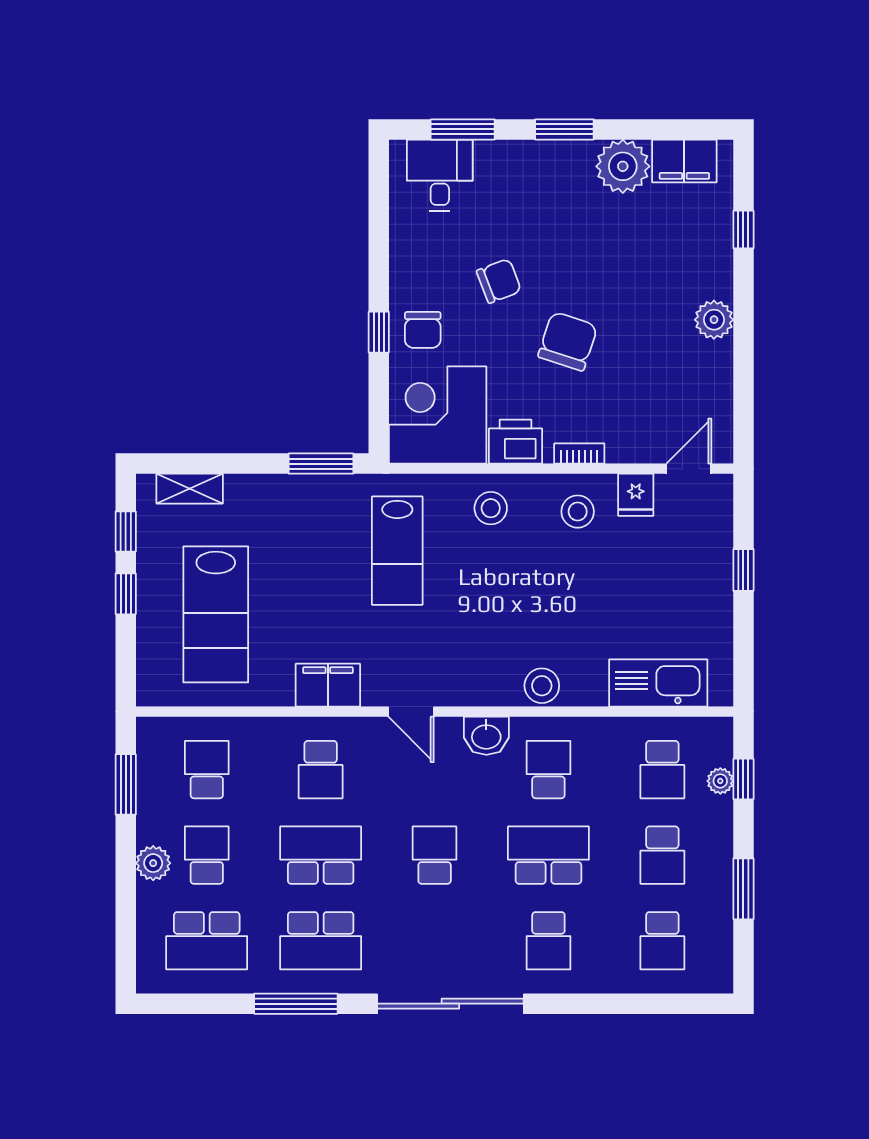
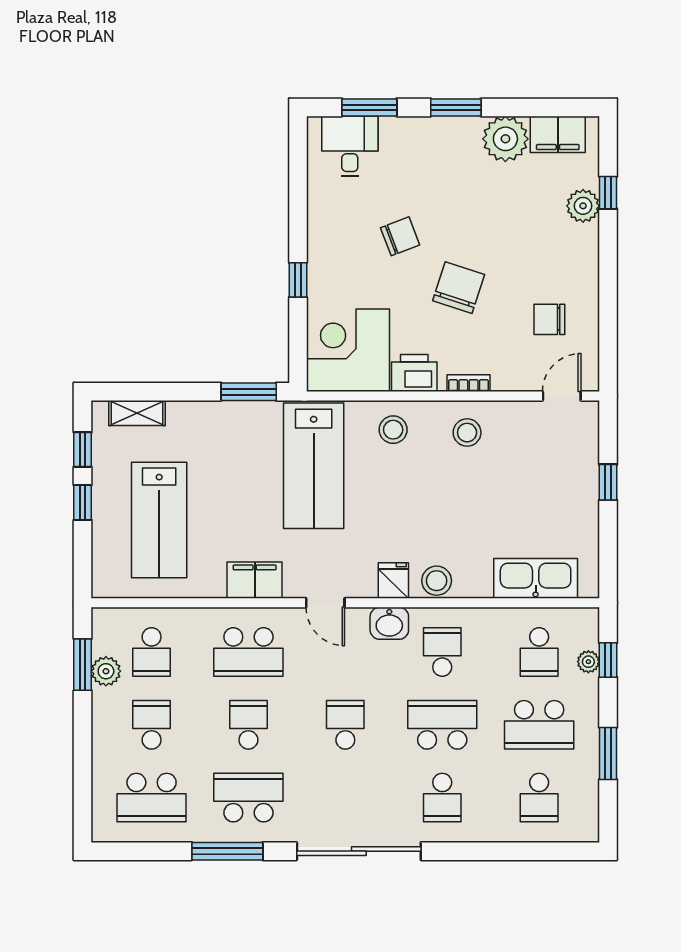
plant: (714, 320) -> (583, 206), moved
chair: (423, 330) -> (549, 319), moved, turned 90
fridge: (636, 495) -> (393, 581), moved, turned 180
lab bench: (397, 551) -> (314, 466), width x1.36, depth x1.39
school desk: (207, 770) -> (152, 652), turned 180
school desk: (321, 770) -> (248, 652), width x1.85
school desk: (321, 855) -> (248, 725), width x0.54
school desk: (662, 855) -> (539, 725), width x1.85
plant: (153, 863) -> (106, 671), moved
school desk: (321, 941) -> (248, 798), turned 180

